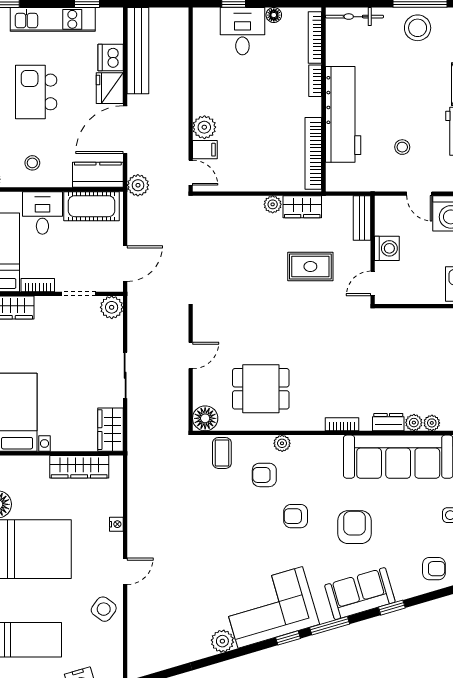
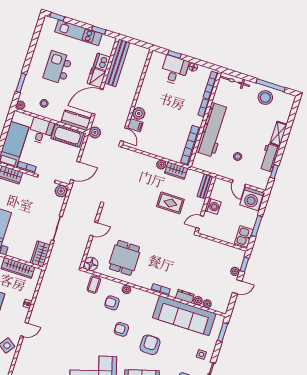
dining table: (261, 389) -> (125, 258), turned 90

